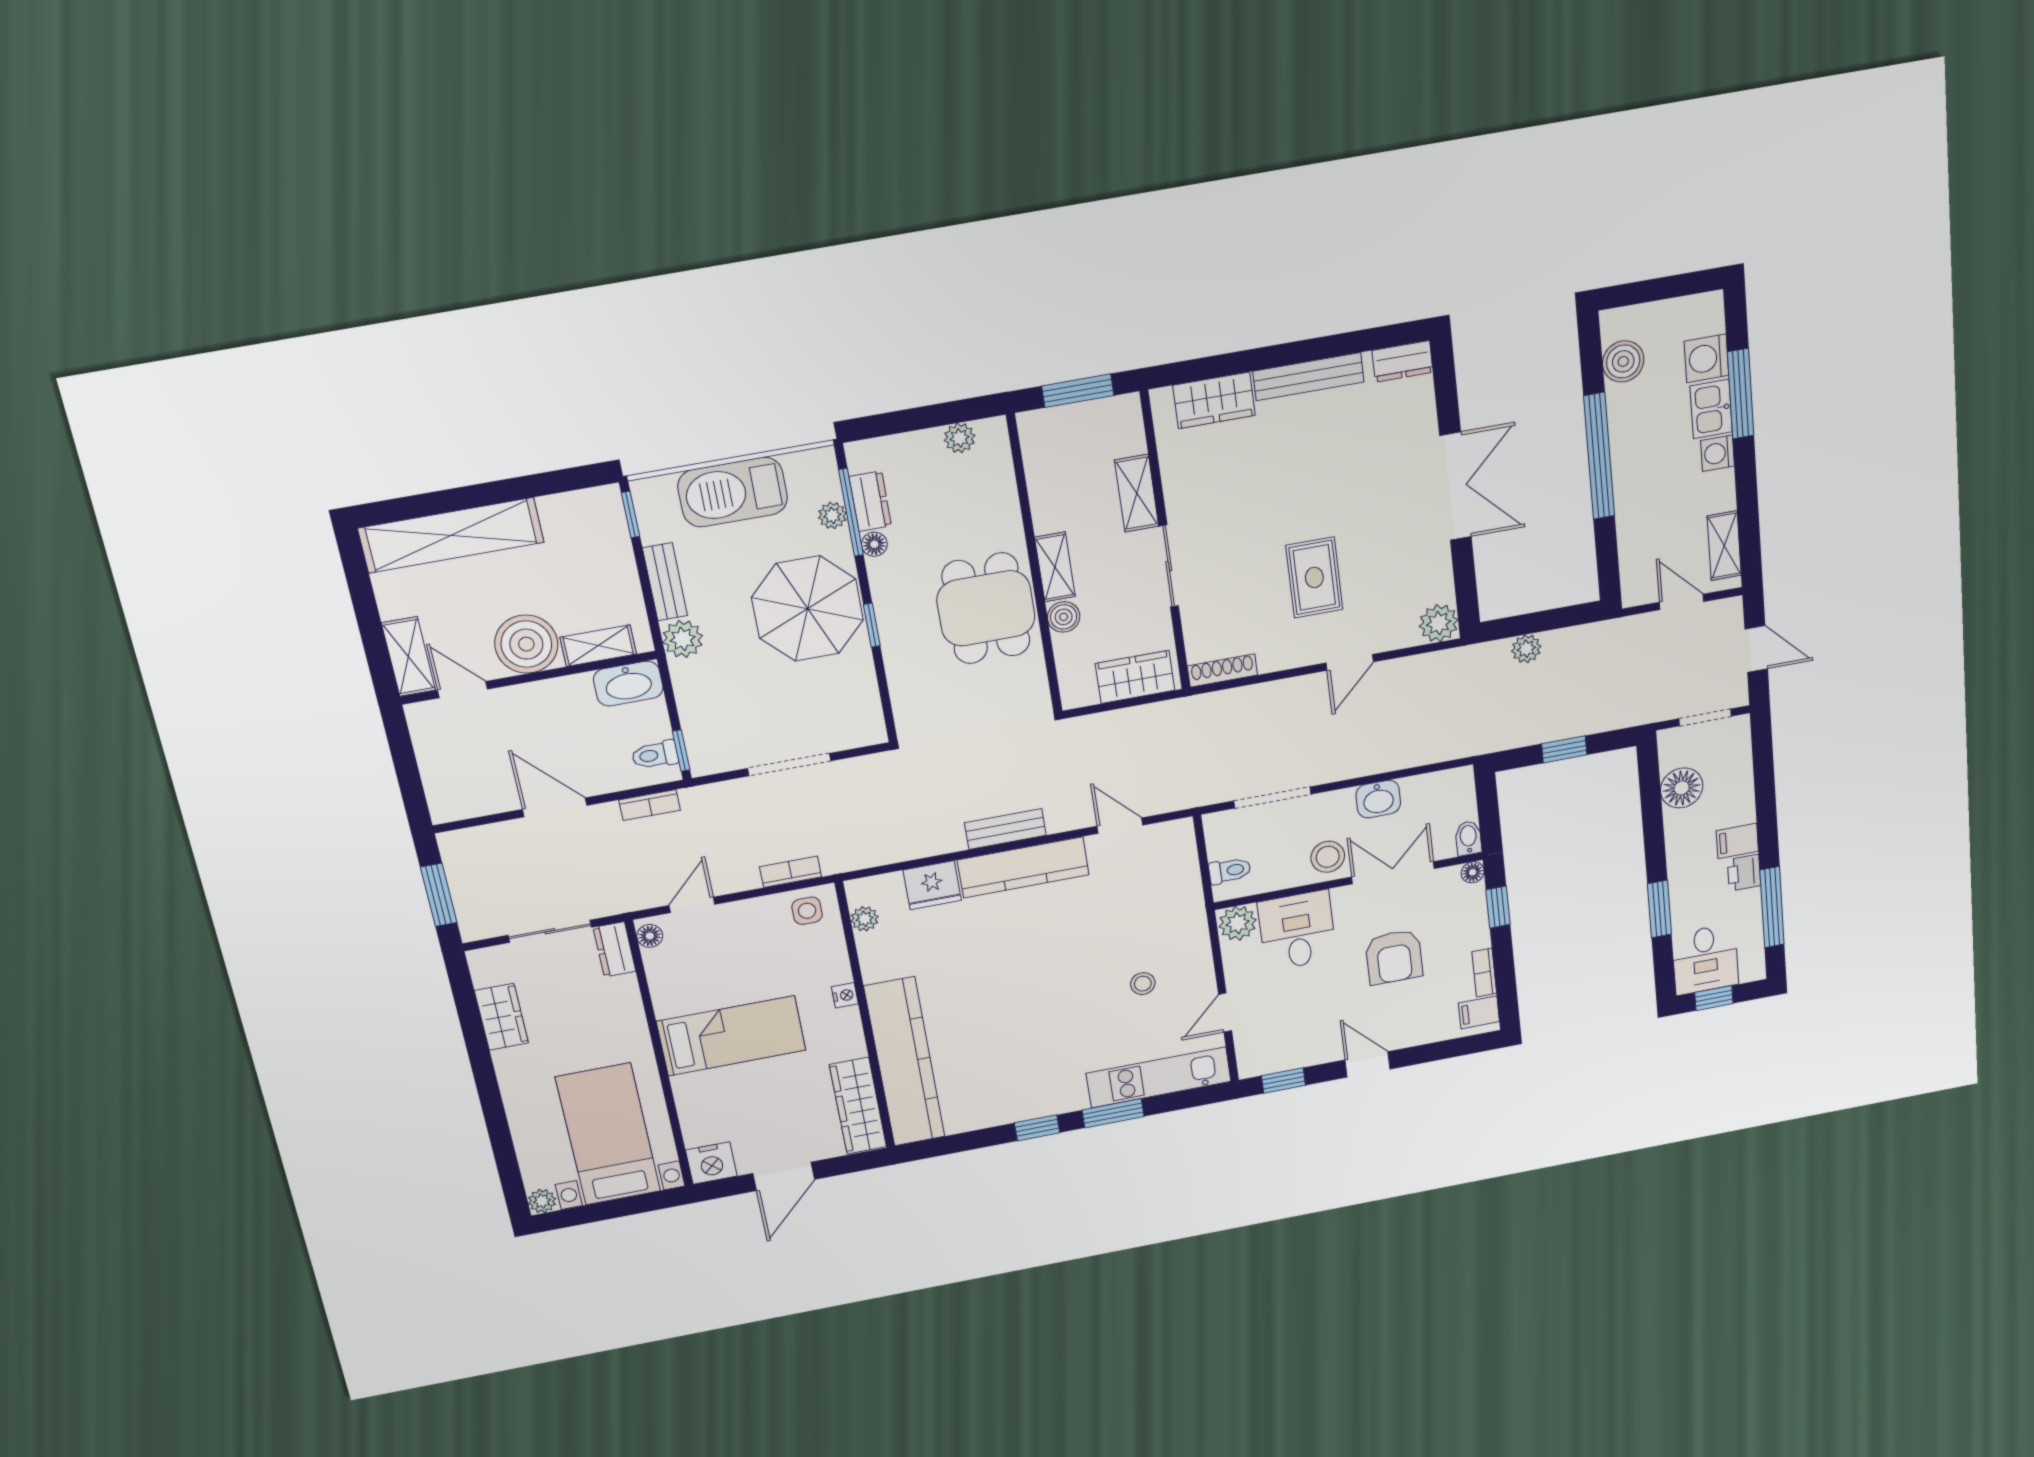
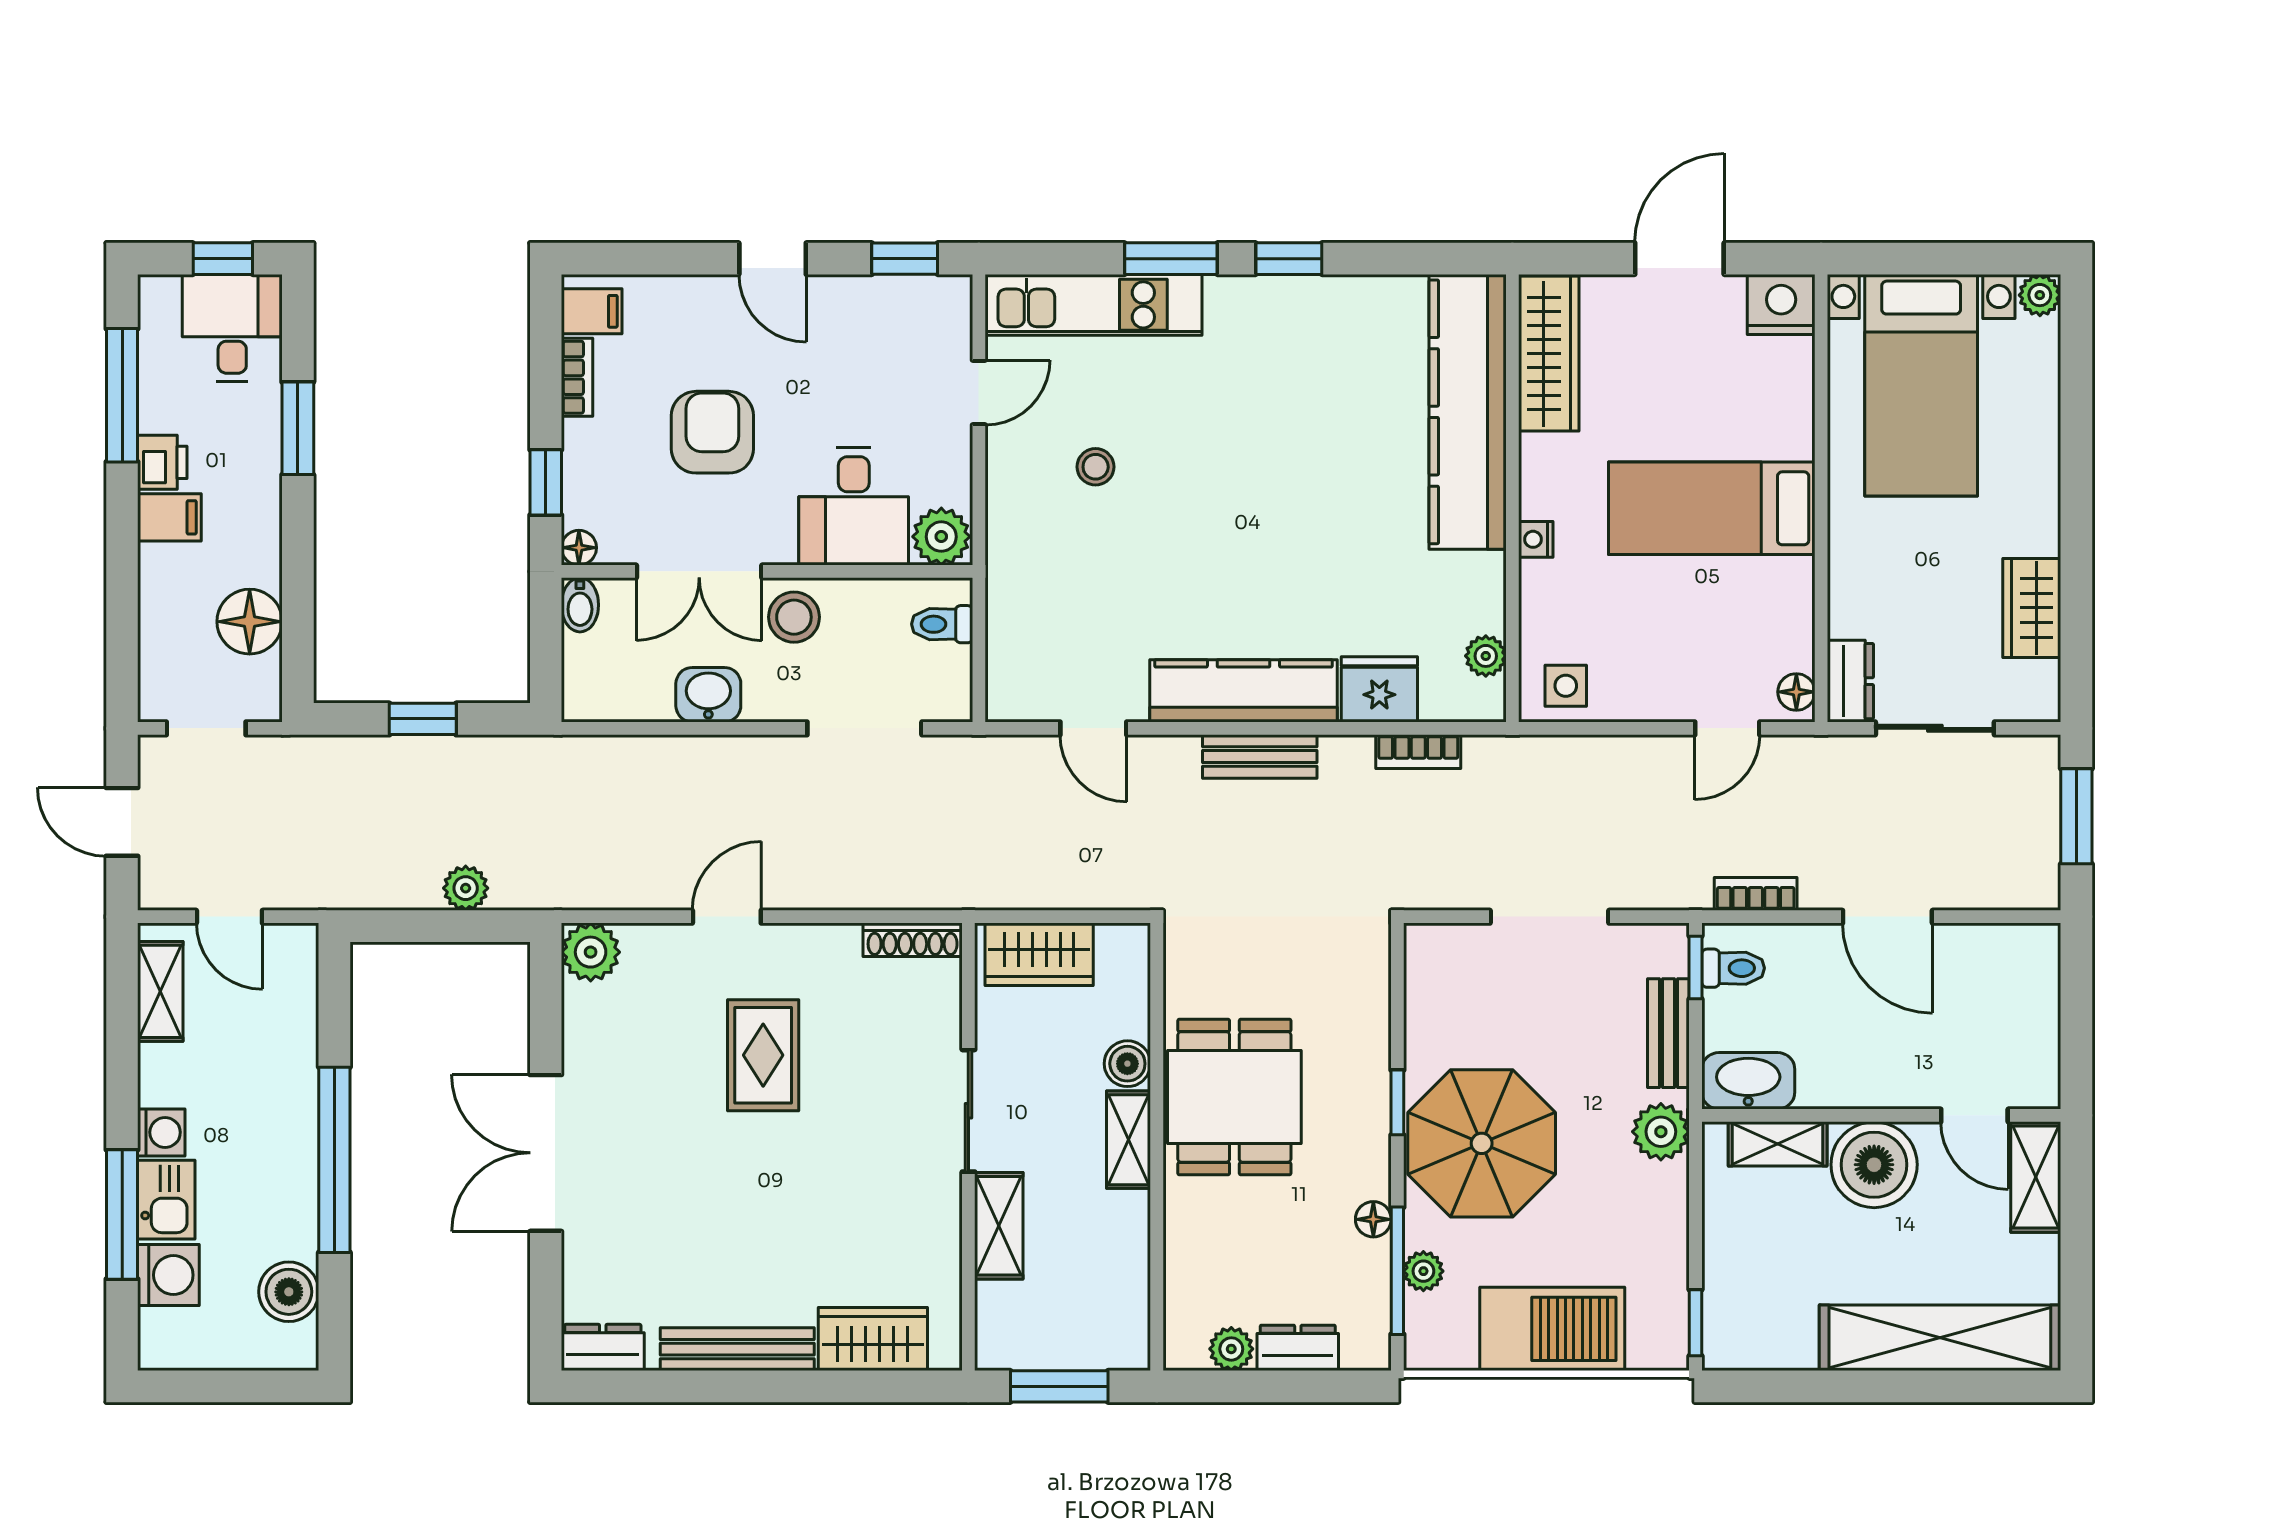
dresser: (870, 501) -> (1298, 1348), moved, turned 90
bench: (665, 582) -> (1668, 1033), moved
bookcase: (791, 872) -> (1418, 752), moved

